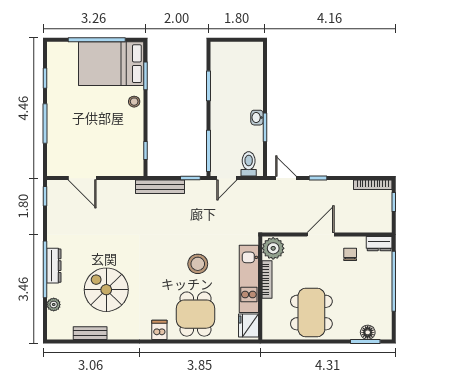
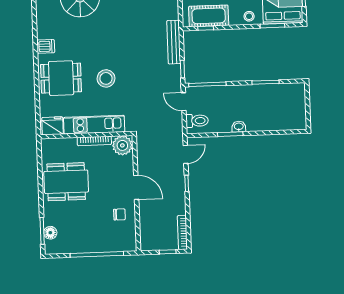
cot: (132, 147) -> (209, 16), added
dresser: (379, 244) -> (130, 240), removed

